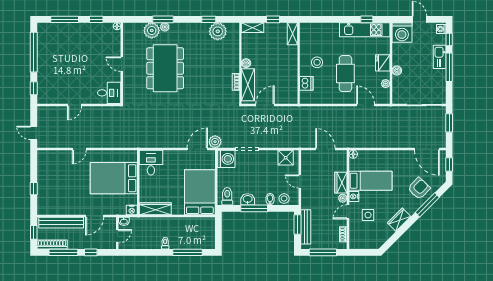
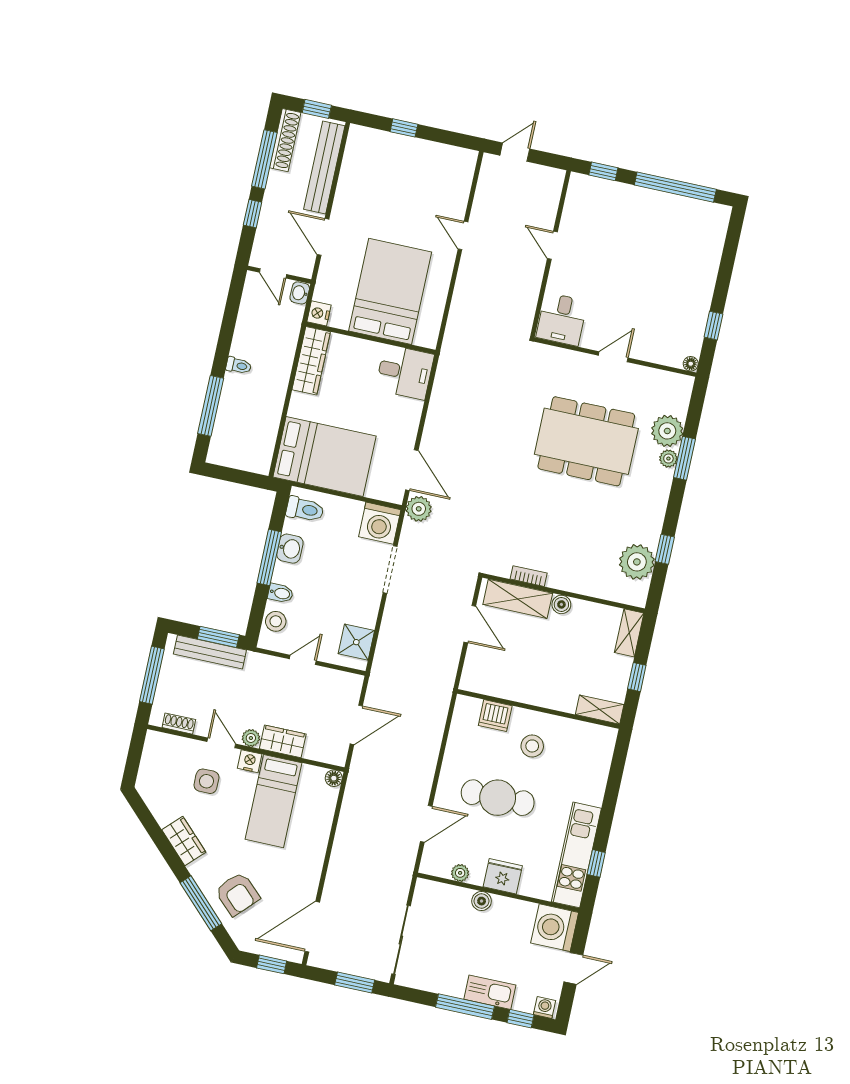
window: (65, 19) -> (727, 263), removed

